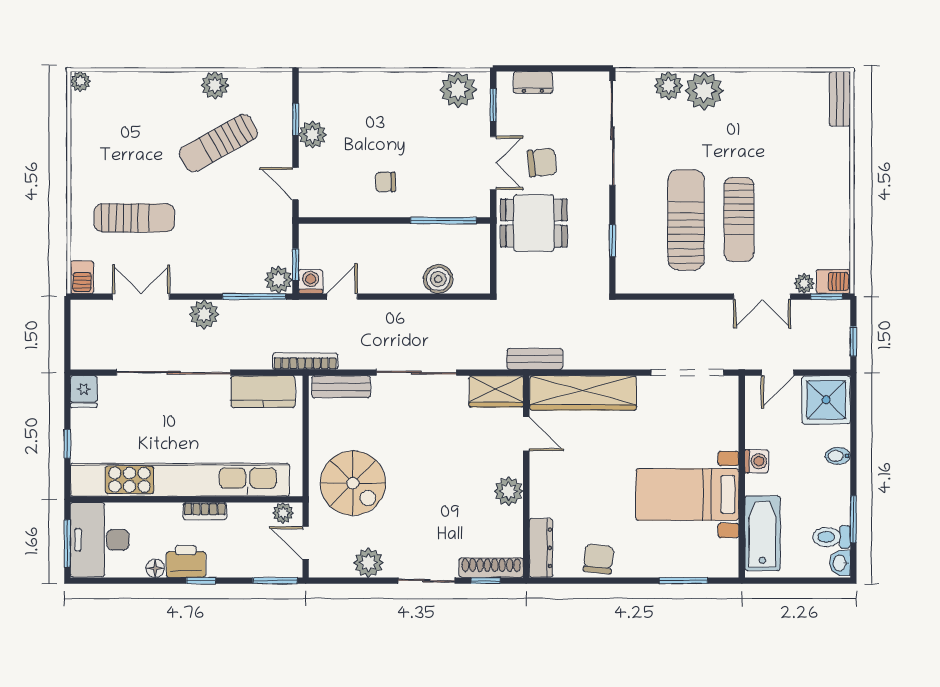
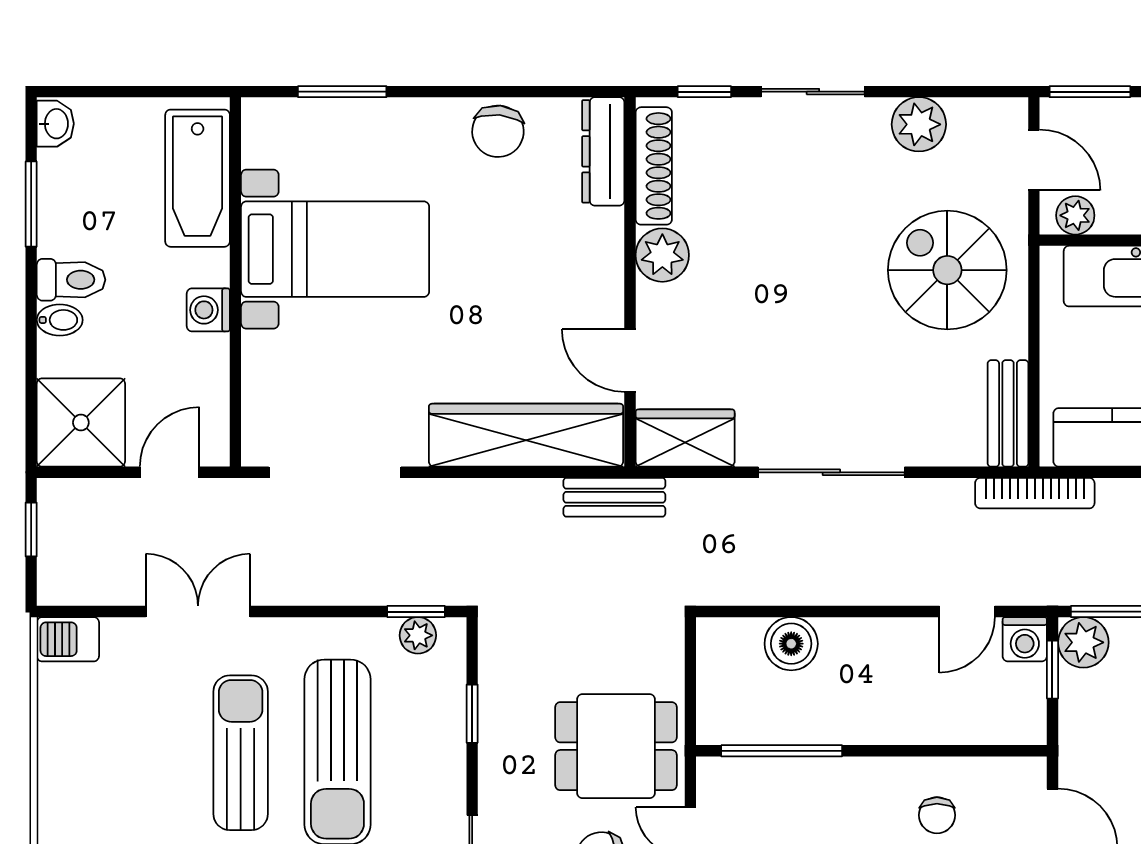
chair: (385, 182) -> (937, 815), moved, turned 90
plant: (804, 284) -> (418, 635), moved
window: (827, 297) -> (416, 612), moved
bench: (341, 387) -> (1008, 413), moved, turned 90
toilet: (832, 537) -> (71, 280), moved
shoe rack: (491, 568) -> (654, 166), moved, turned -90

